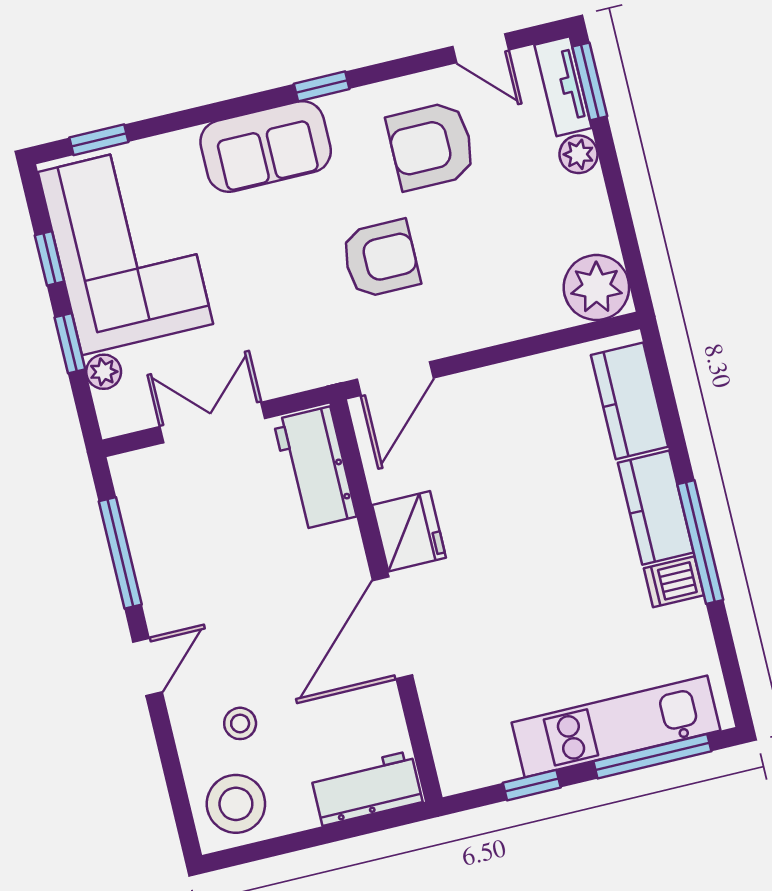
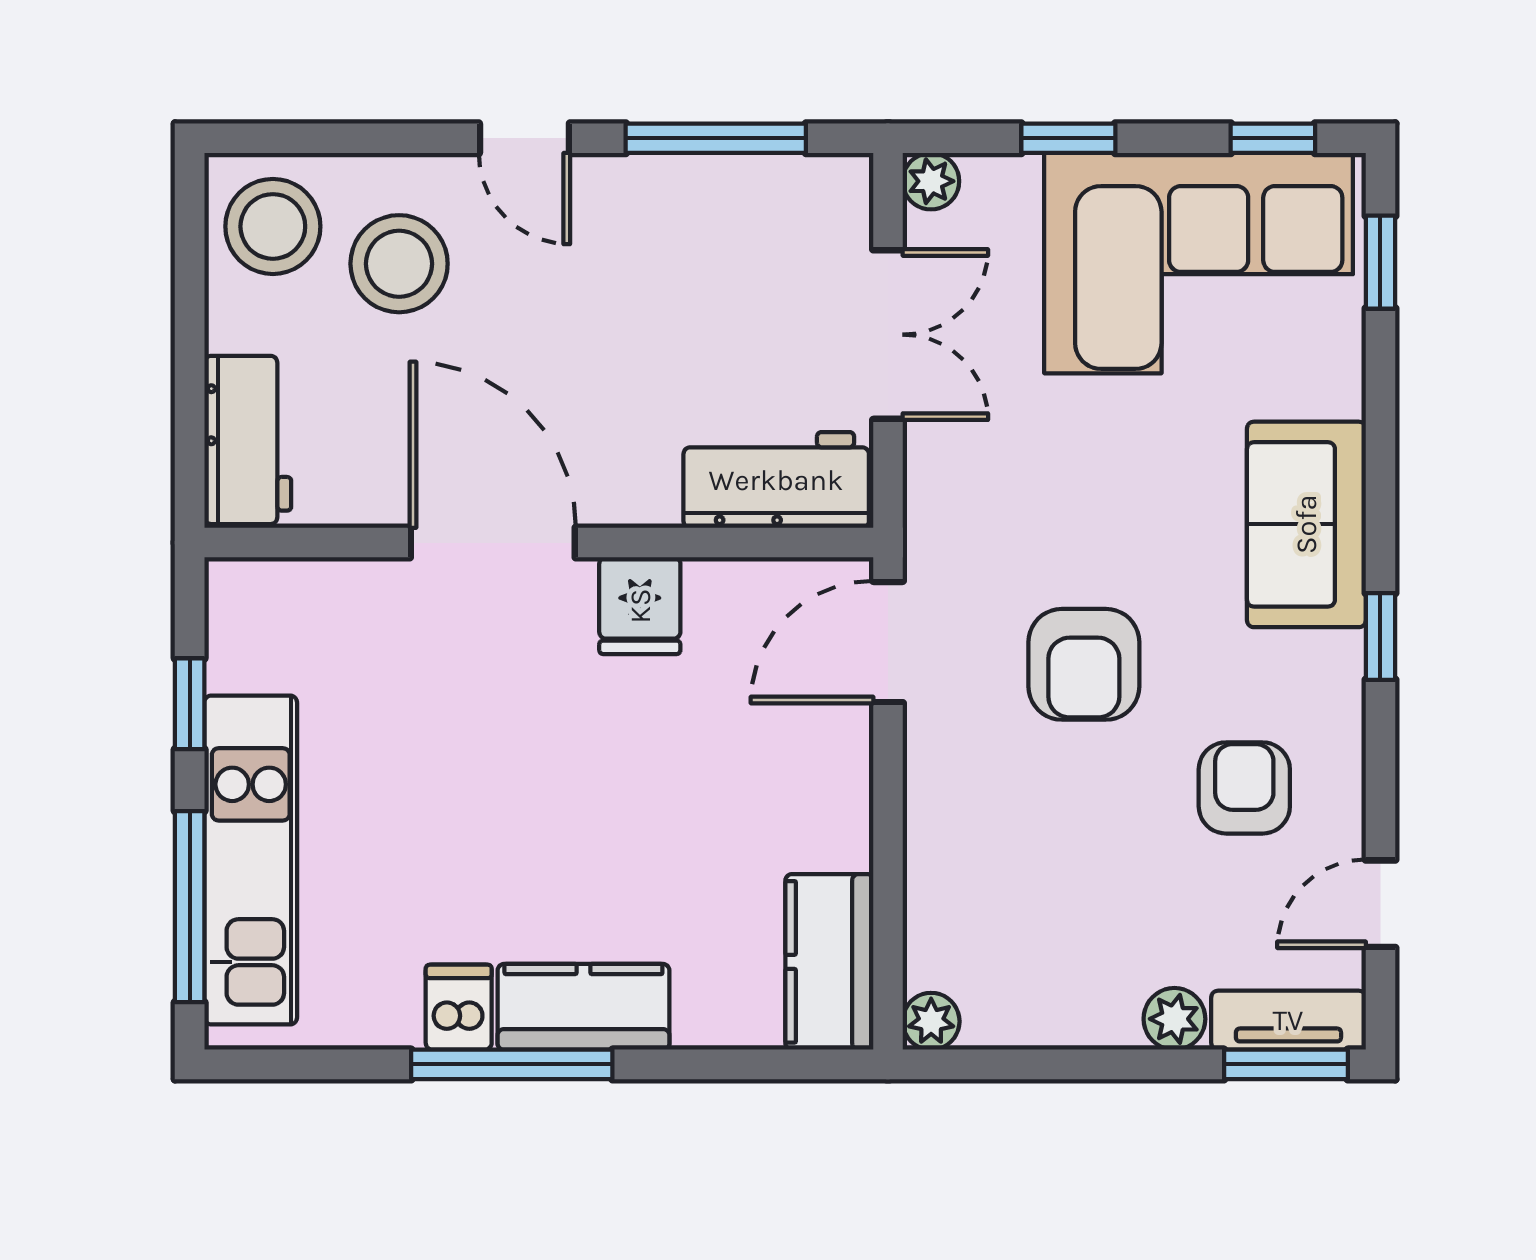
armchair: (431, 146) -> (1244, 788), width x0.72, depth x0.72
window: (49, 258) -> (1273, 138), moved
plant: (596, 287) -> (931, 1021), width x0.53, depth x0.53
plant: (104, 372) -> (931, 181), moved
door: (395, 379) -> (888, 642), hinge flipped
kitchen counter: (630, 401) -> (829, 962), moved, turned -90
fridge: (409, 531) -> (640, 606), width x0.72
stool: (240, 723) -> (399, 264), width x1.89, depth x1.89

